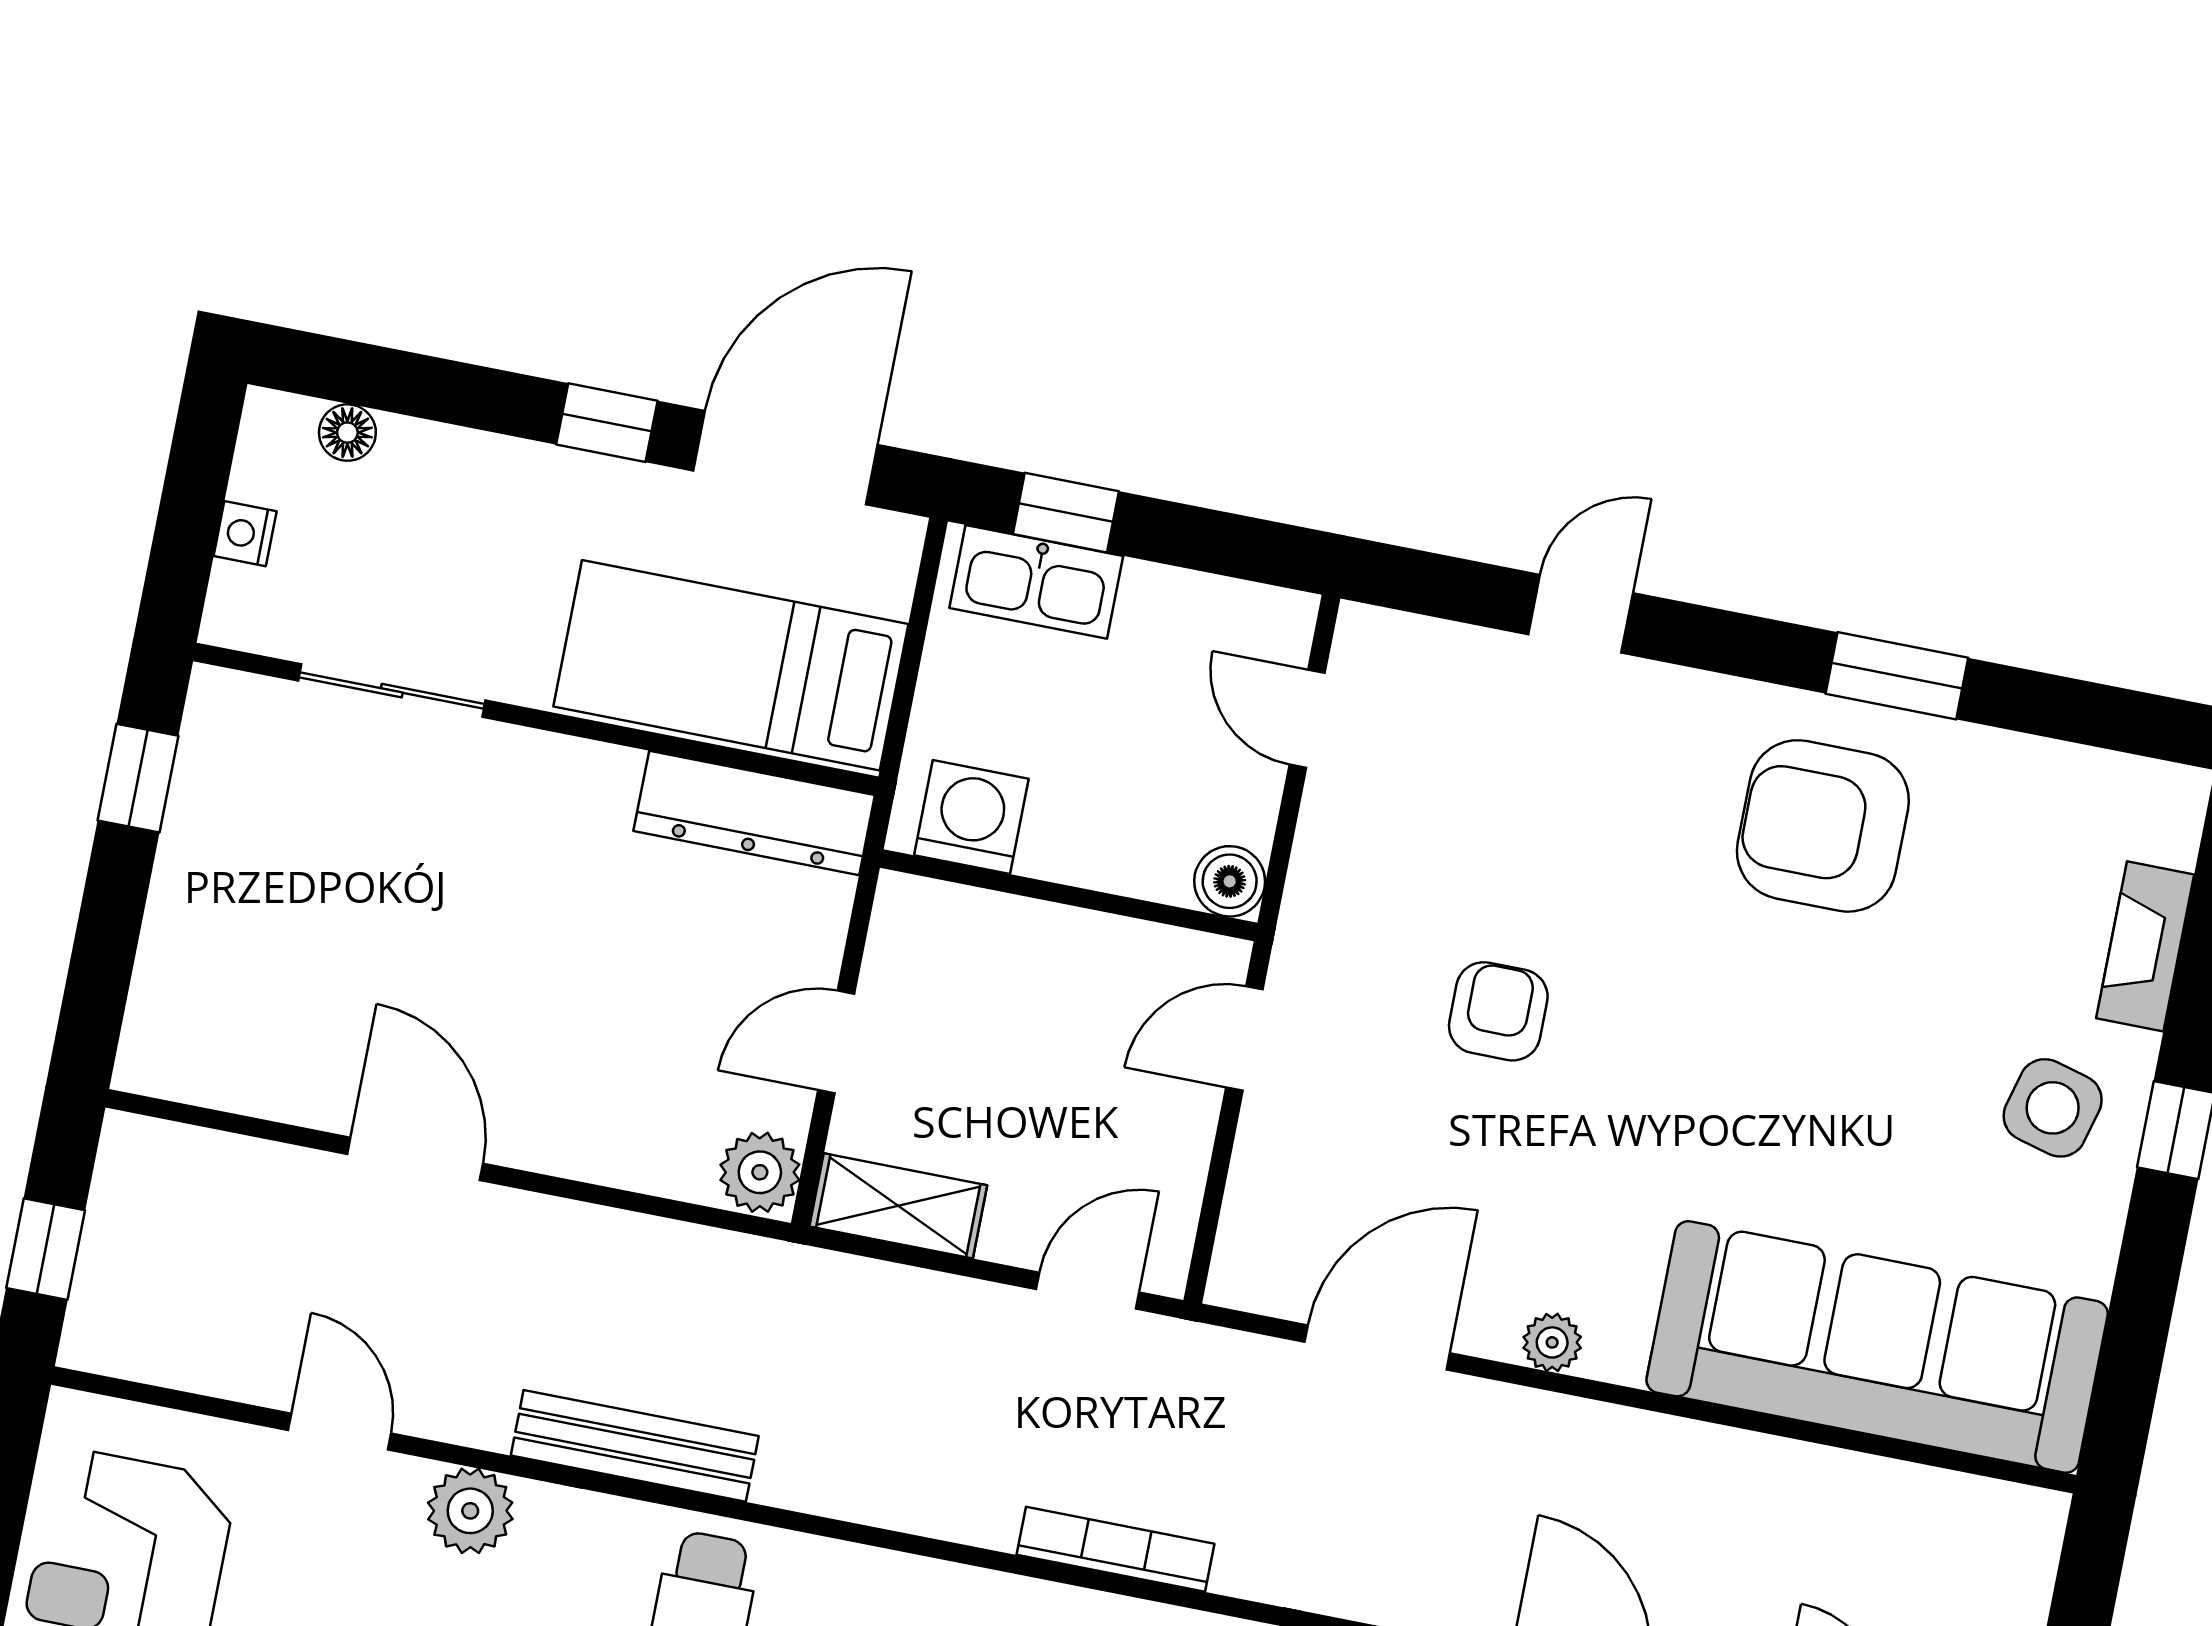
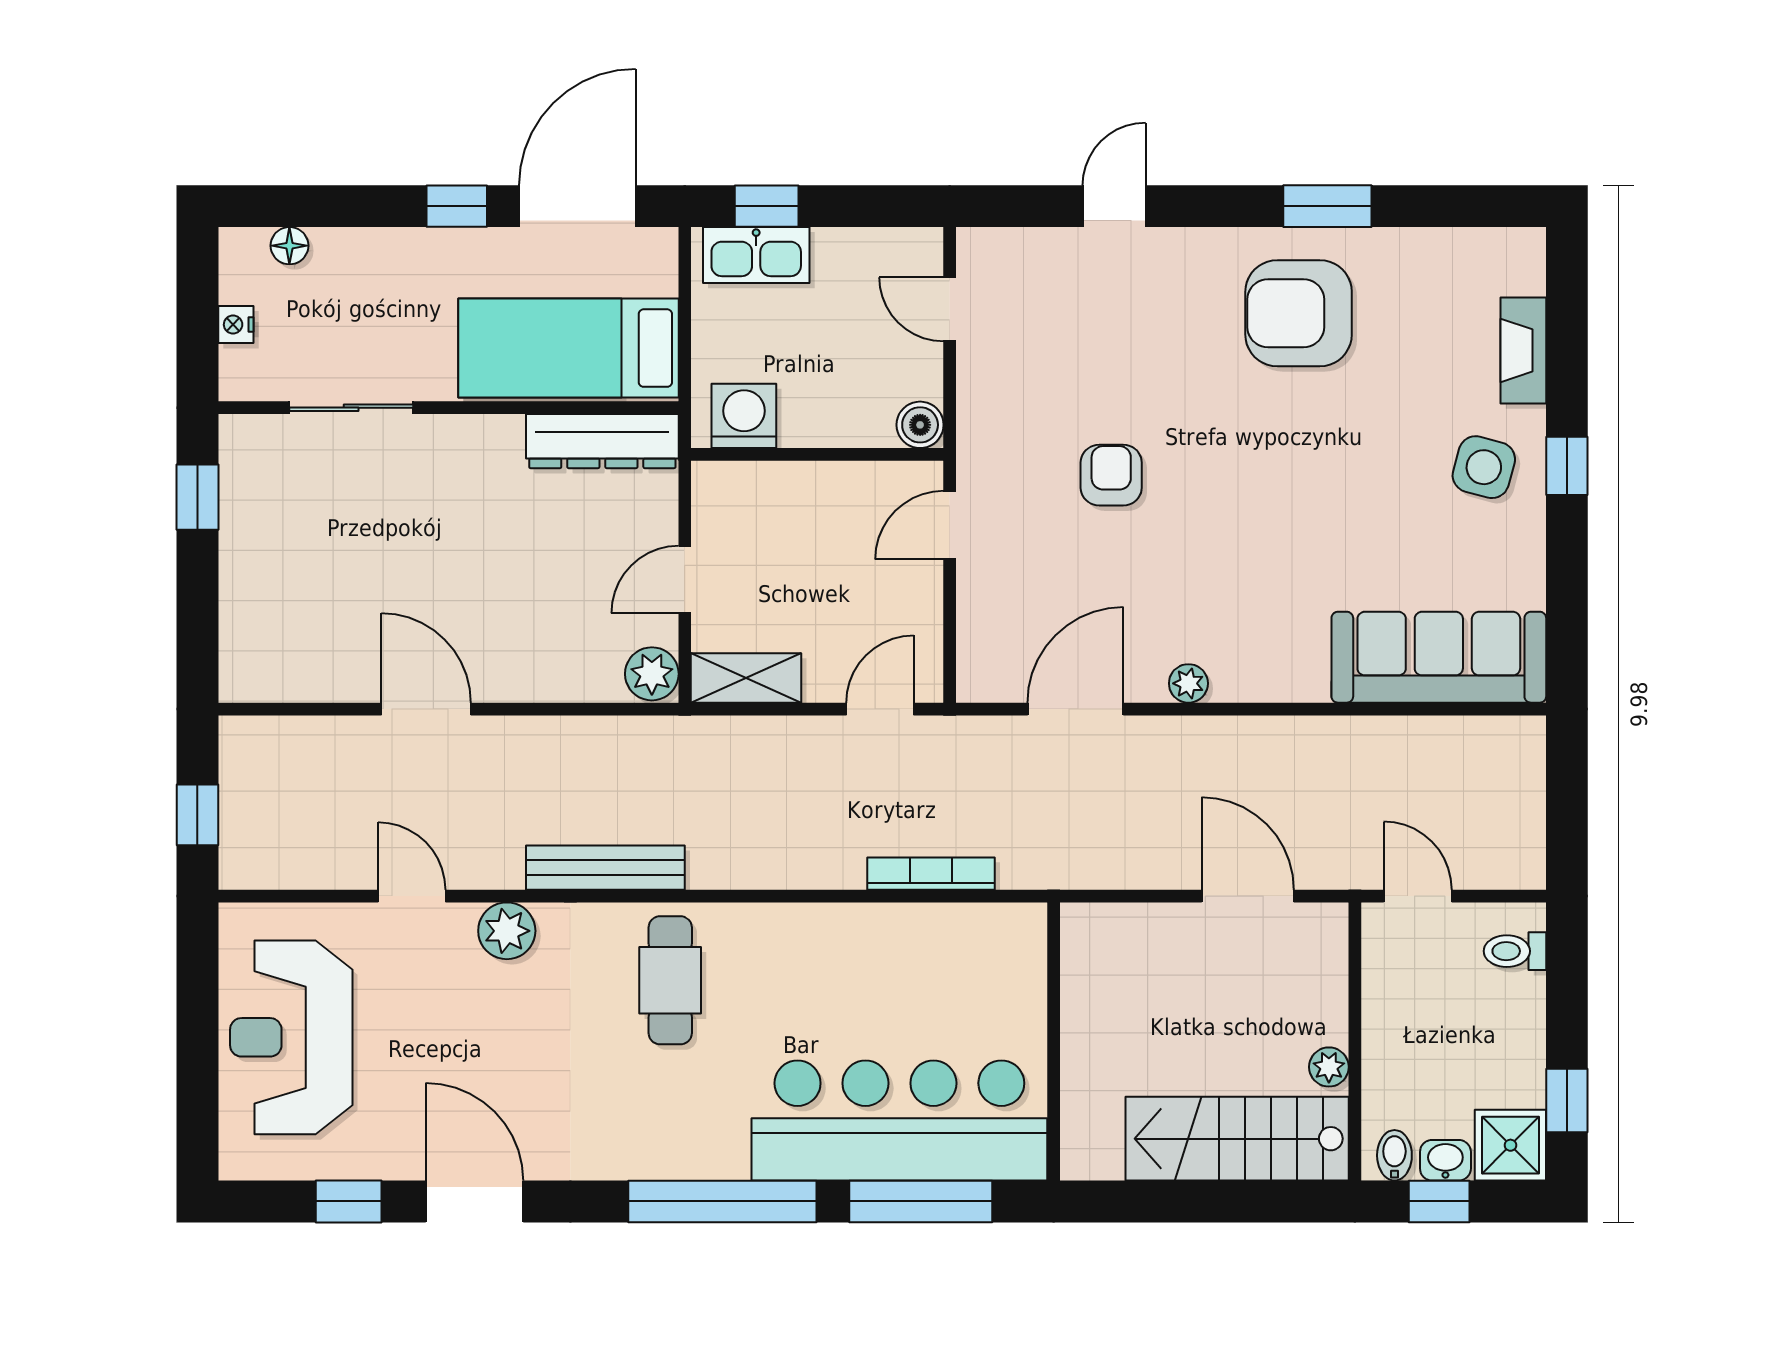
sofa: (1877, 1347) -> (1439, 657), width x0.74, depth x0.79

